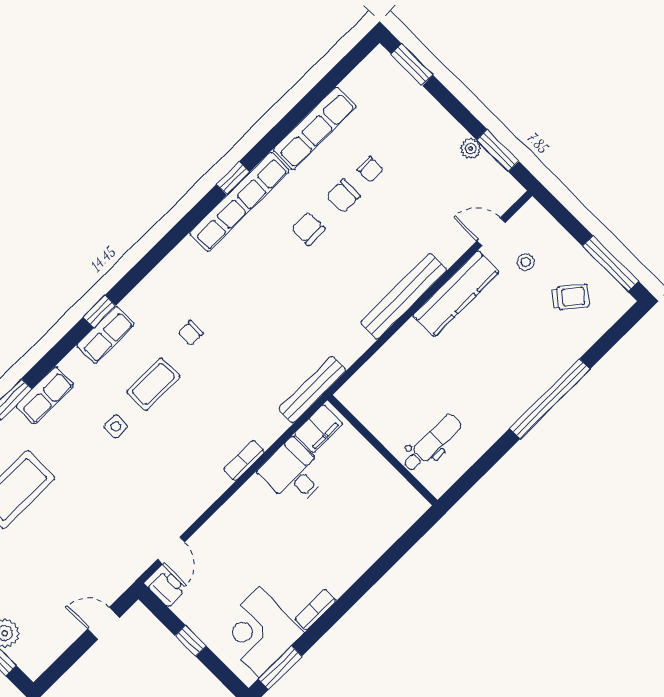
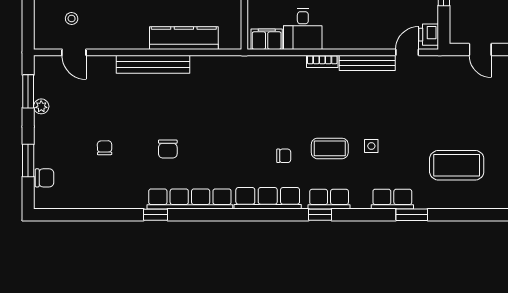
window: (412, 65) -> (28, 160), moved
row of seats: (315, 128) -> (268, 198), moved
window: (233, 178) -> (156, 215), moved
chair: (343, 196) -> (45, 178), moved
kitchen counter: (456, 294) -> (184, 38), moved
bench: (312, 389) -> (367, 63), moved

